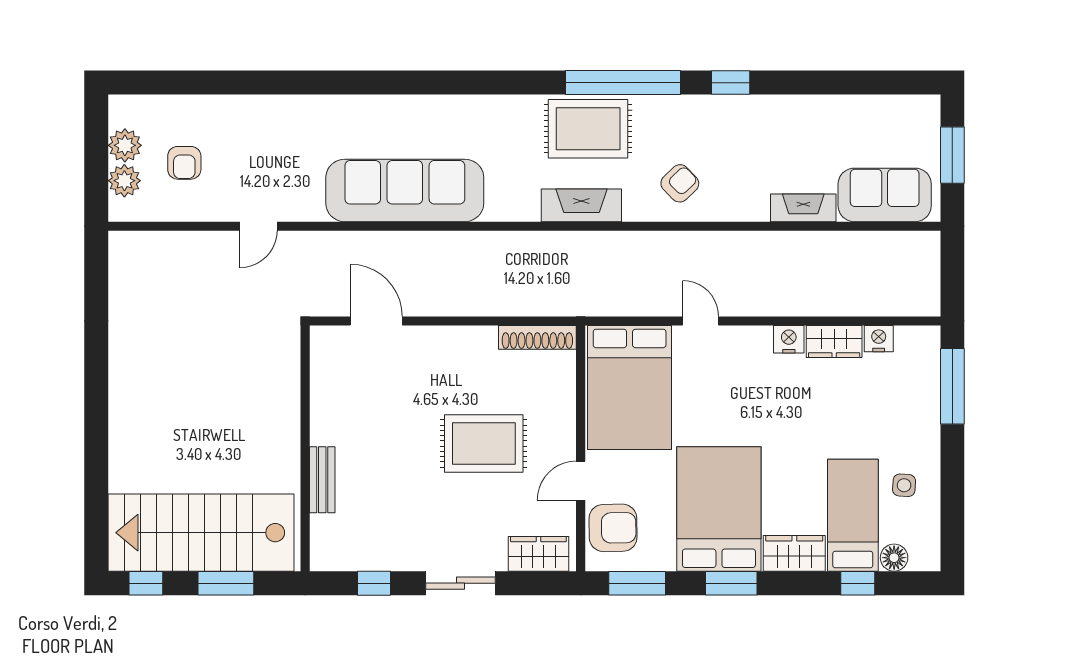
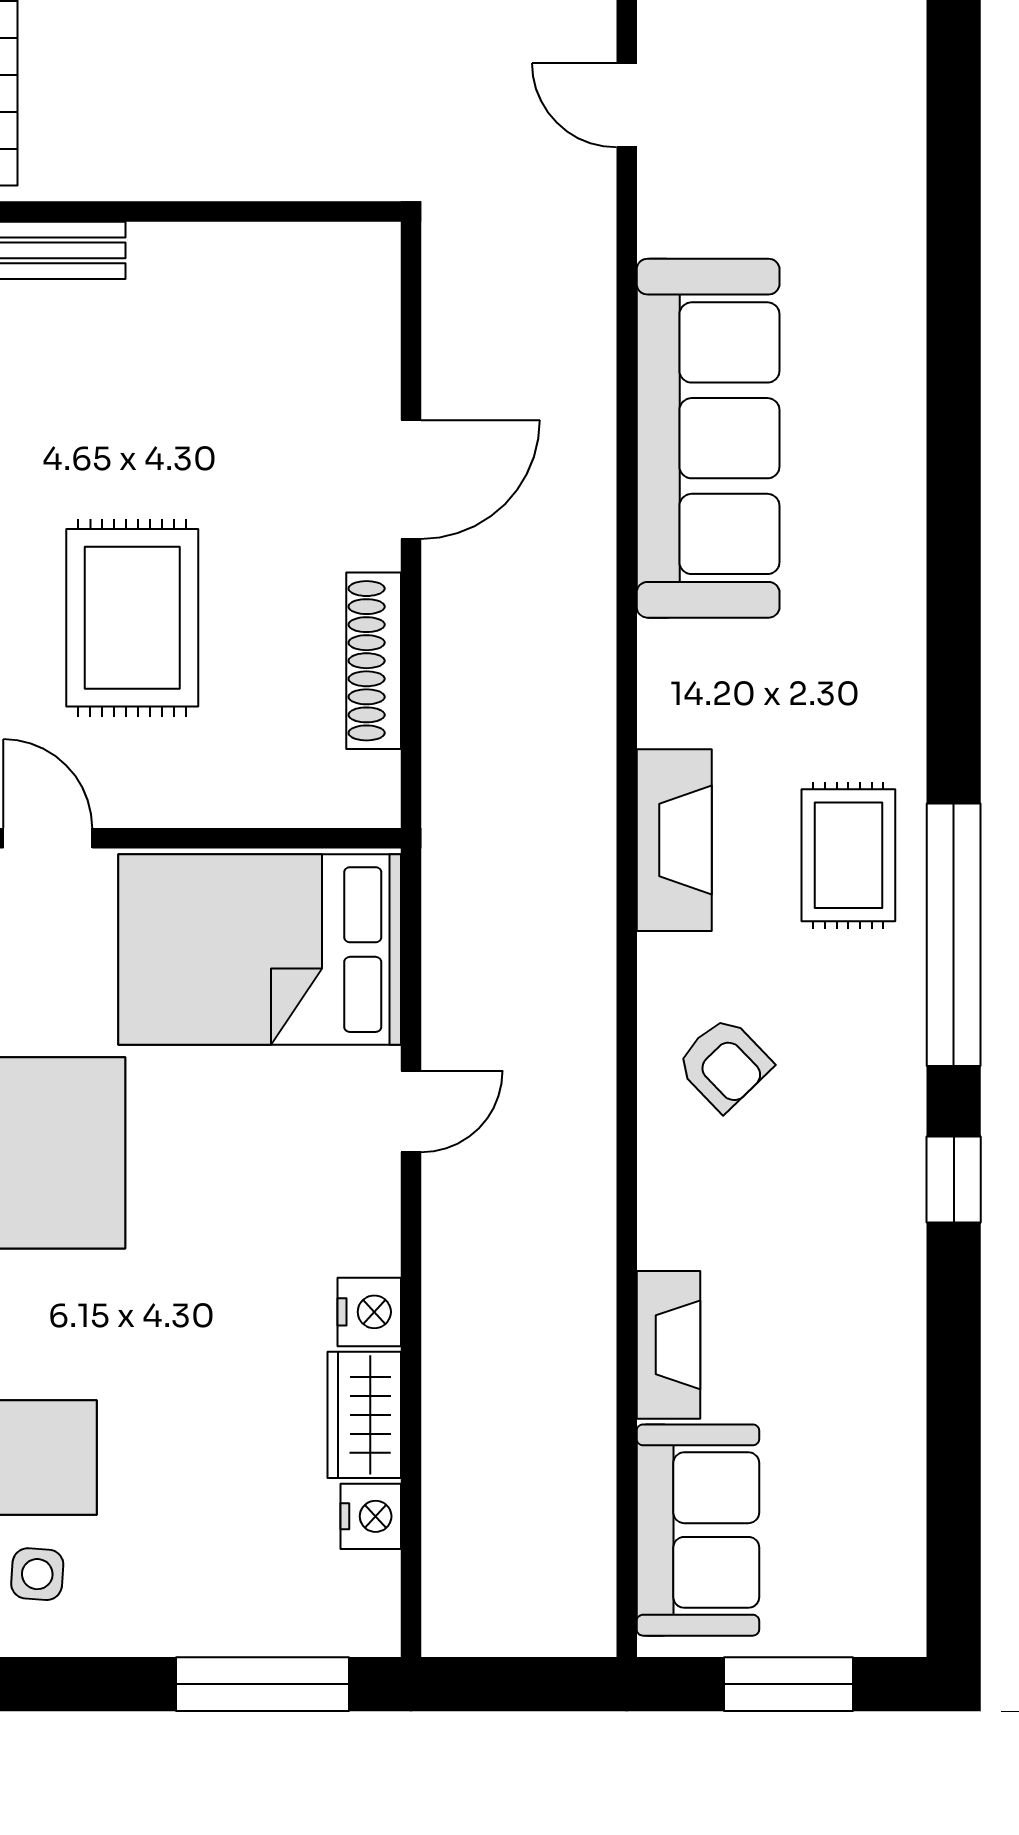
rug: (588, 129) -> (848, 855), width x0.73, depth x0.70
door: (376, 321) -> (411, 479), moved
shoe rack: (537, 337) -> (374, 661), moved

